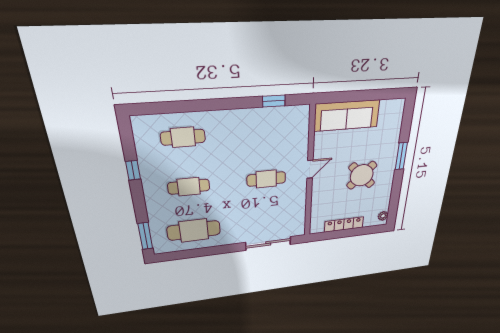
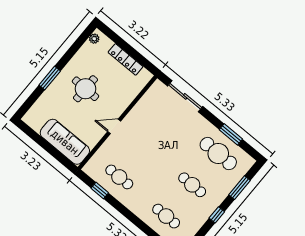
window: (133, 170) -> (217, 215), moved
round table: (362, 175) -> (85, 89), turned 45
cafe table: (266, 179) -> (119, 177), moved
window: (145, 236) -> (240, 188), moved
window: (200, 252) -> (231, 134), added

